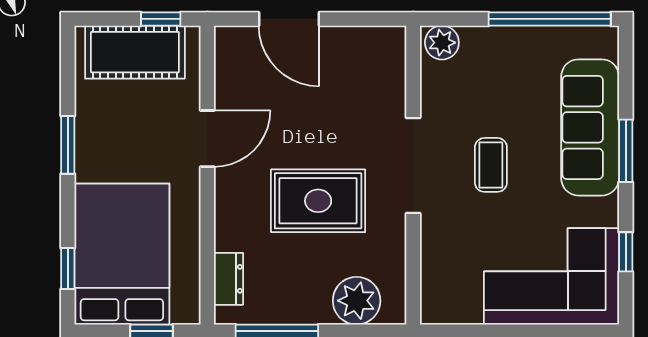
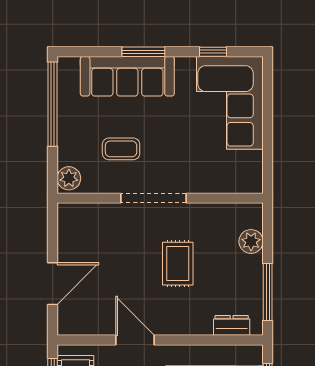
coffee table: (491, 165) -> (121, 149), moved
rug: (318, 201) -> (178, 264), width x0.73, depth x0.70
plant: (357, 301) -> (251, 241), width x0.73, depth x0.73

